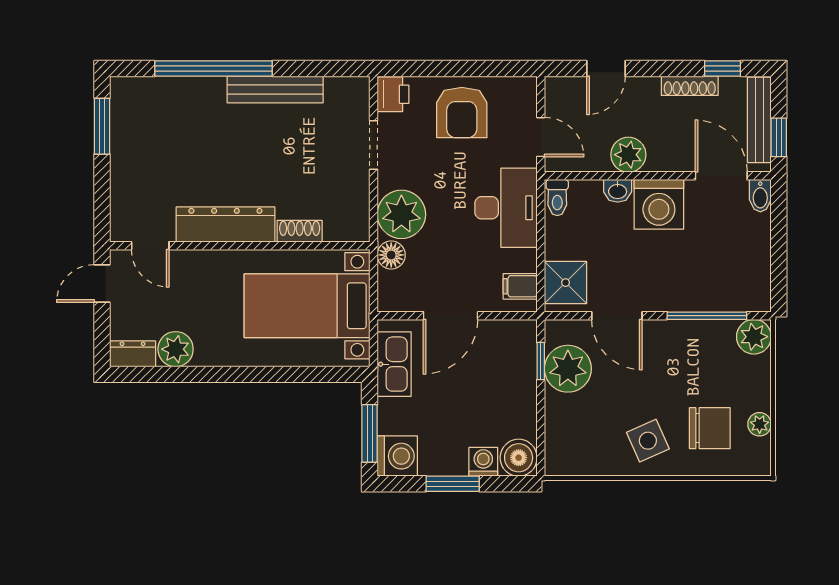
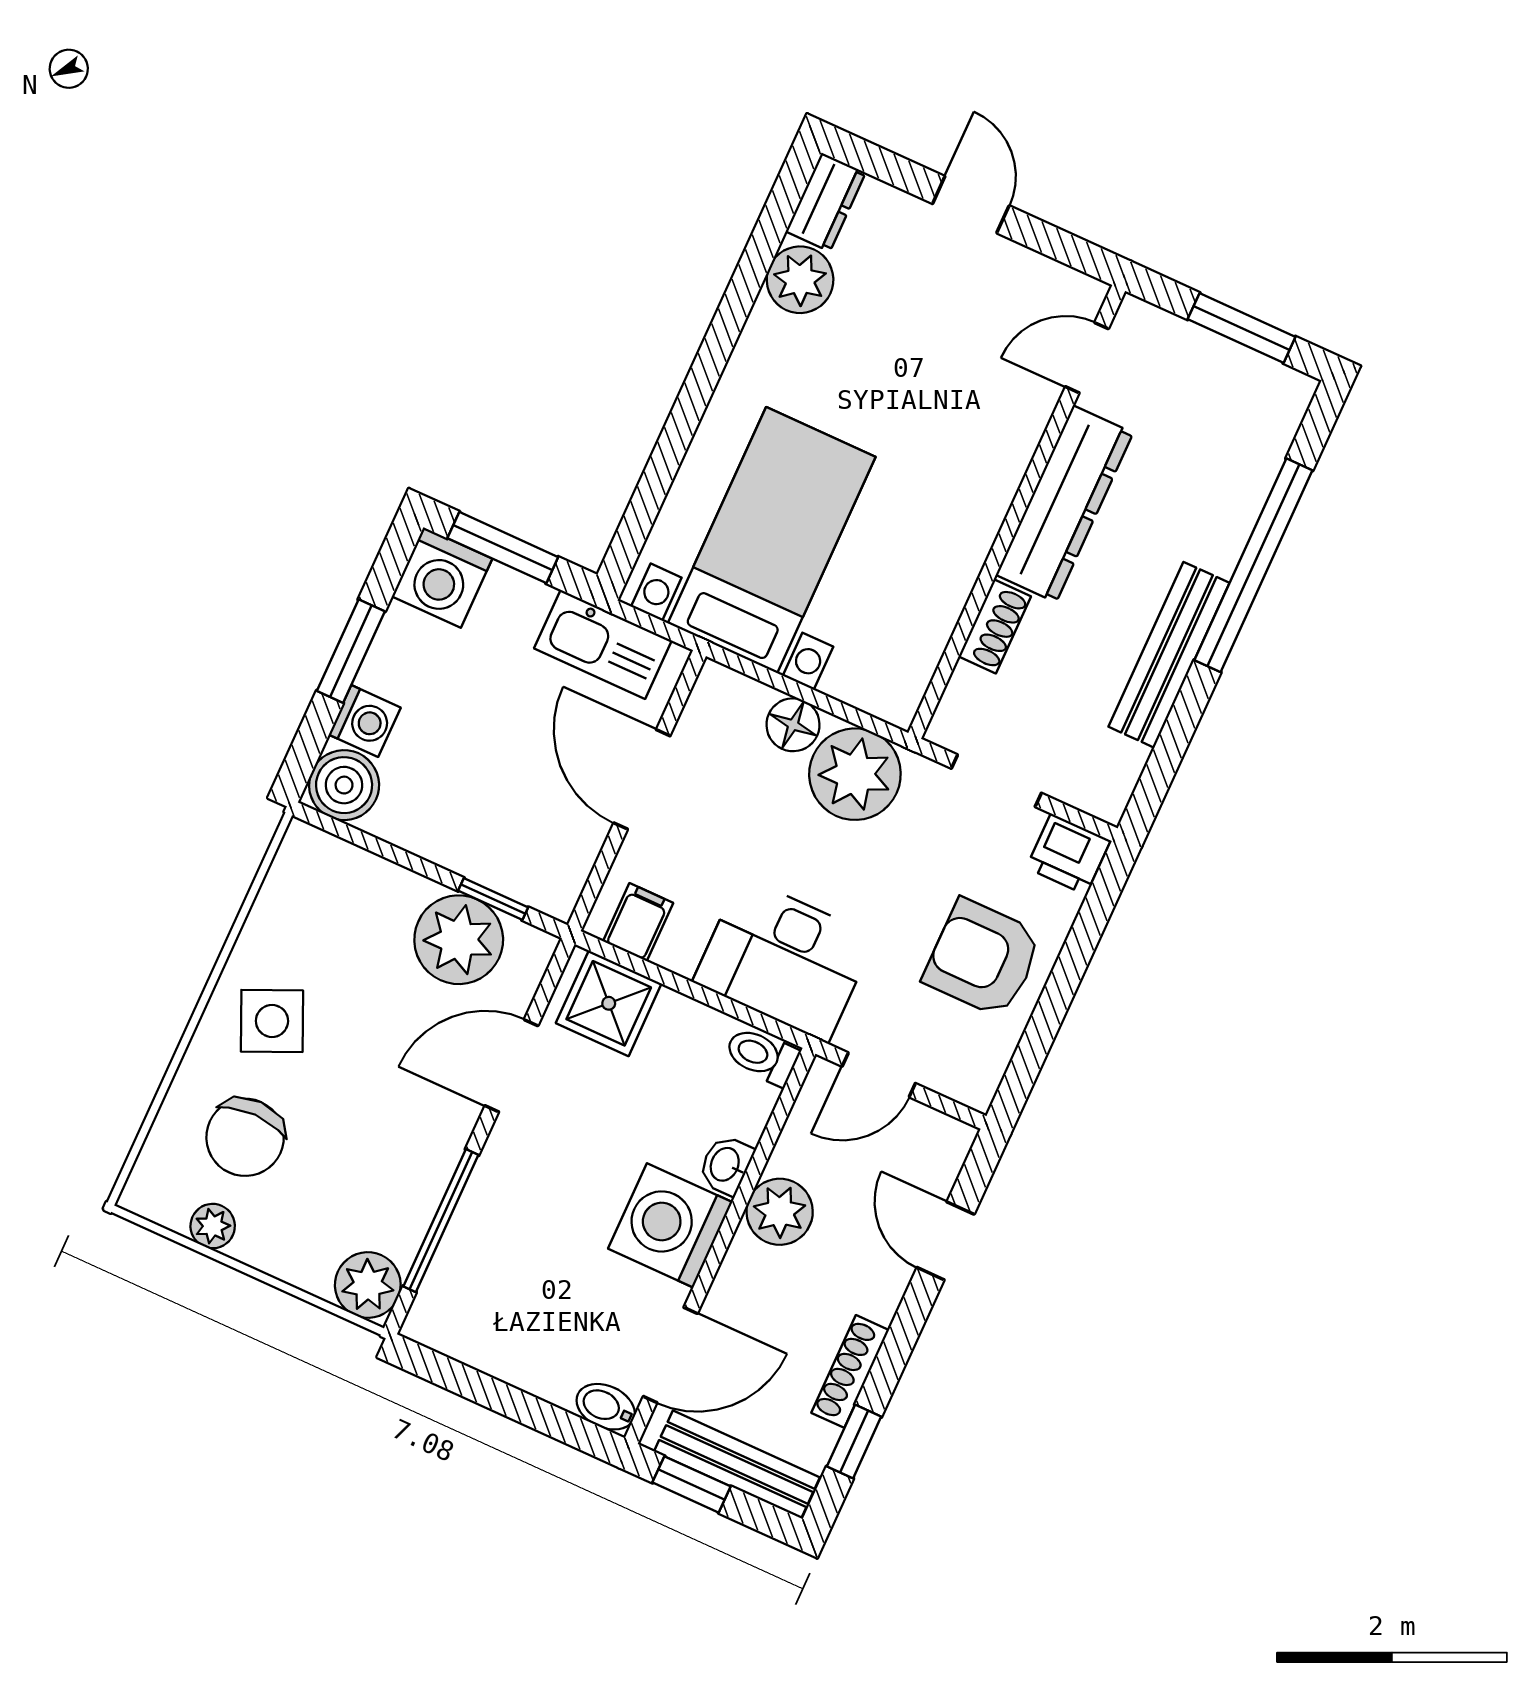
dresser: (225, 225) -> (1064, 504), moved
shoe rack: (300, 231) -> (995, 626), moved
door: (150, 246) -> (1087, 358), moved
wall: (240, 246) -> (1017, 512), moved

